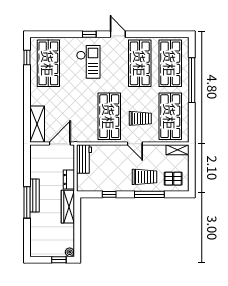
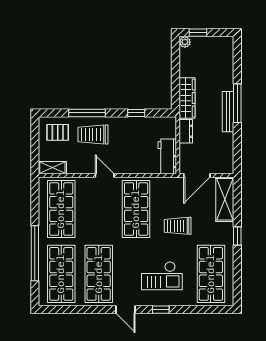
window: (27, 58) -> (237, 236), moved
checkout: (88, 62) -> (162, 276), turned -90
trolley: (140, 118) -> (178, 226), moved

